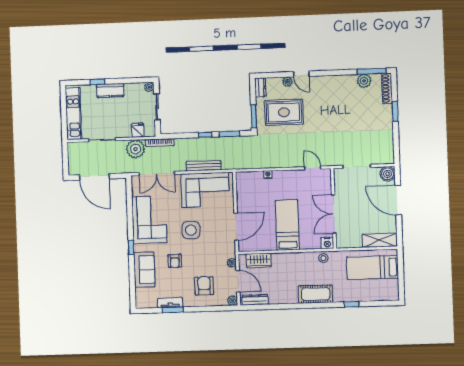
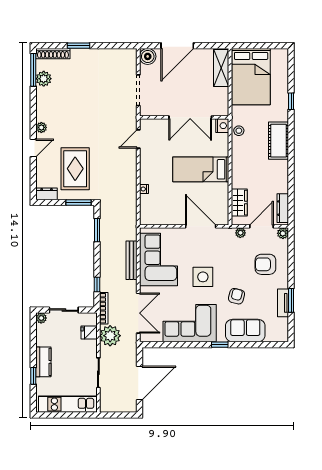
plant: (287, 82) -> (41, 127), moved
window: (205, 135) -> (97, 285), moved
armchair: (175, 261) -> (236, 296), turned -76
bed: (373, 268) -> (251, 77), width x1.50

